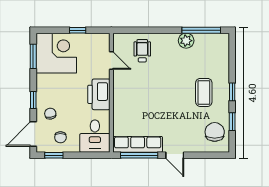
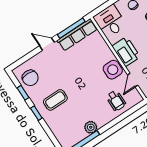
door: (111, 61) -> (133, 80), hinge flipped
side table: (125, 85) -> (113, 70), added
coffee table: (204, 92) -> (55, 100), turned 90

